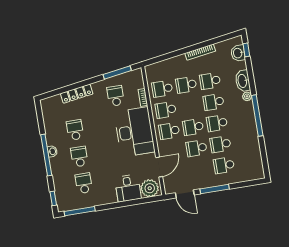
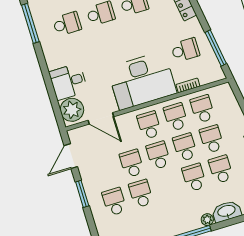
school desk: (217, 123) -> (185, 147), moved
window: (215, 189) -> (82, 194), width x0.69

